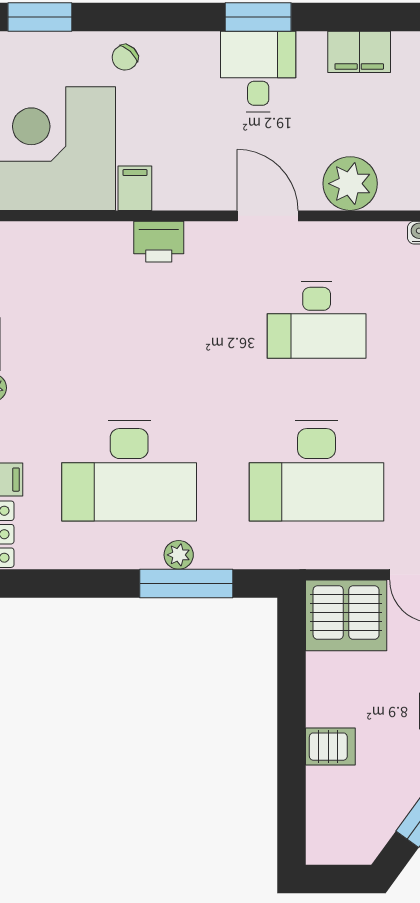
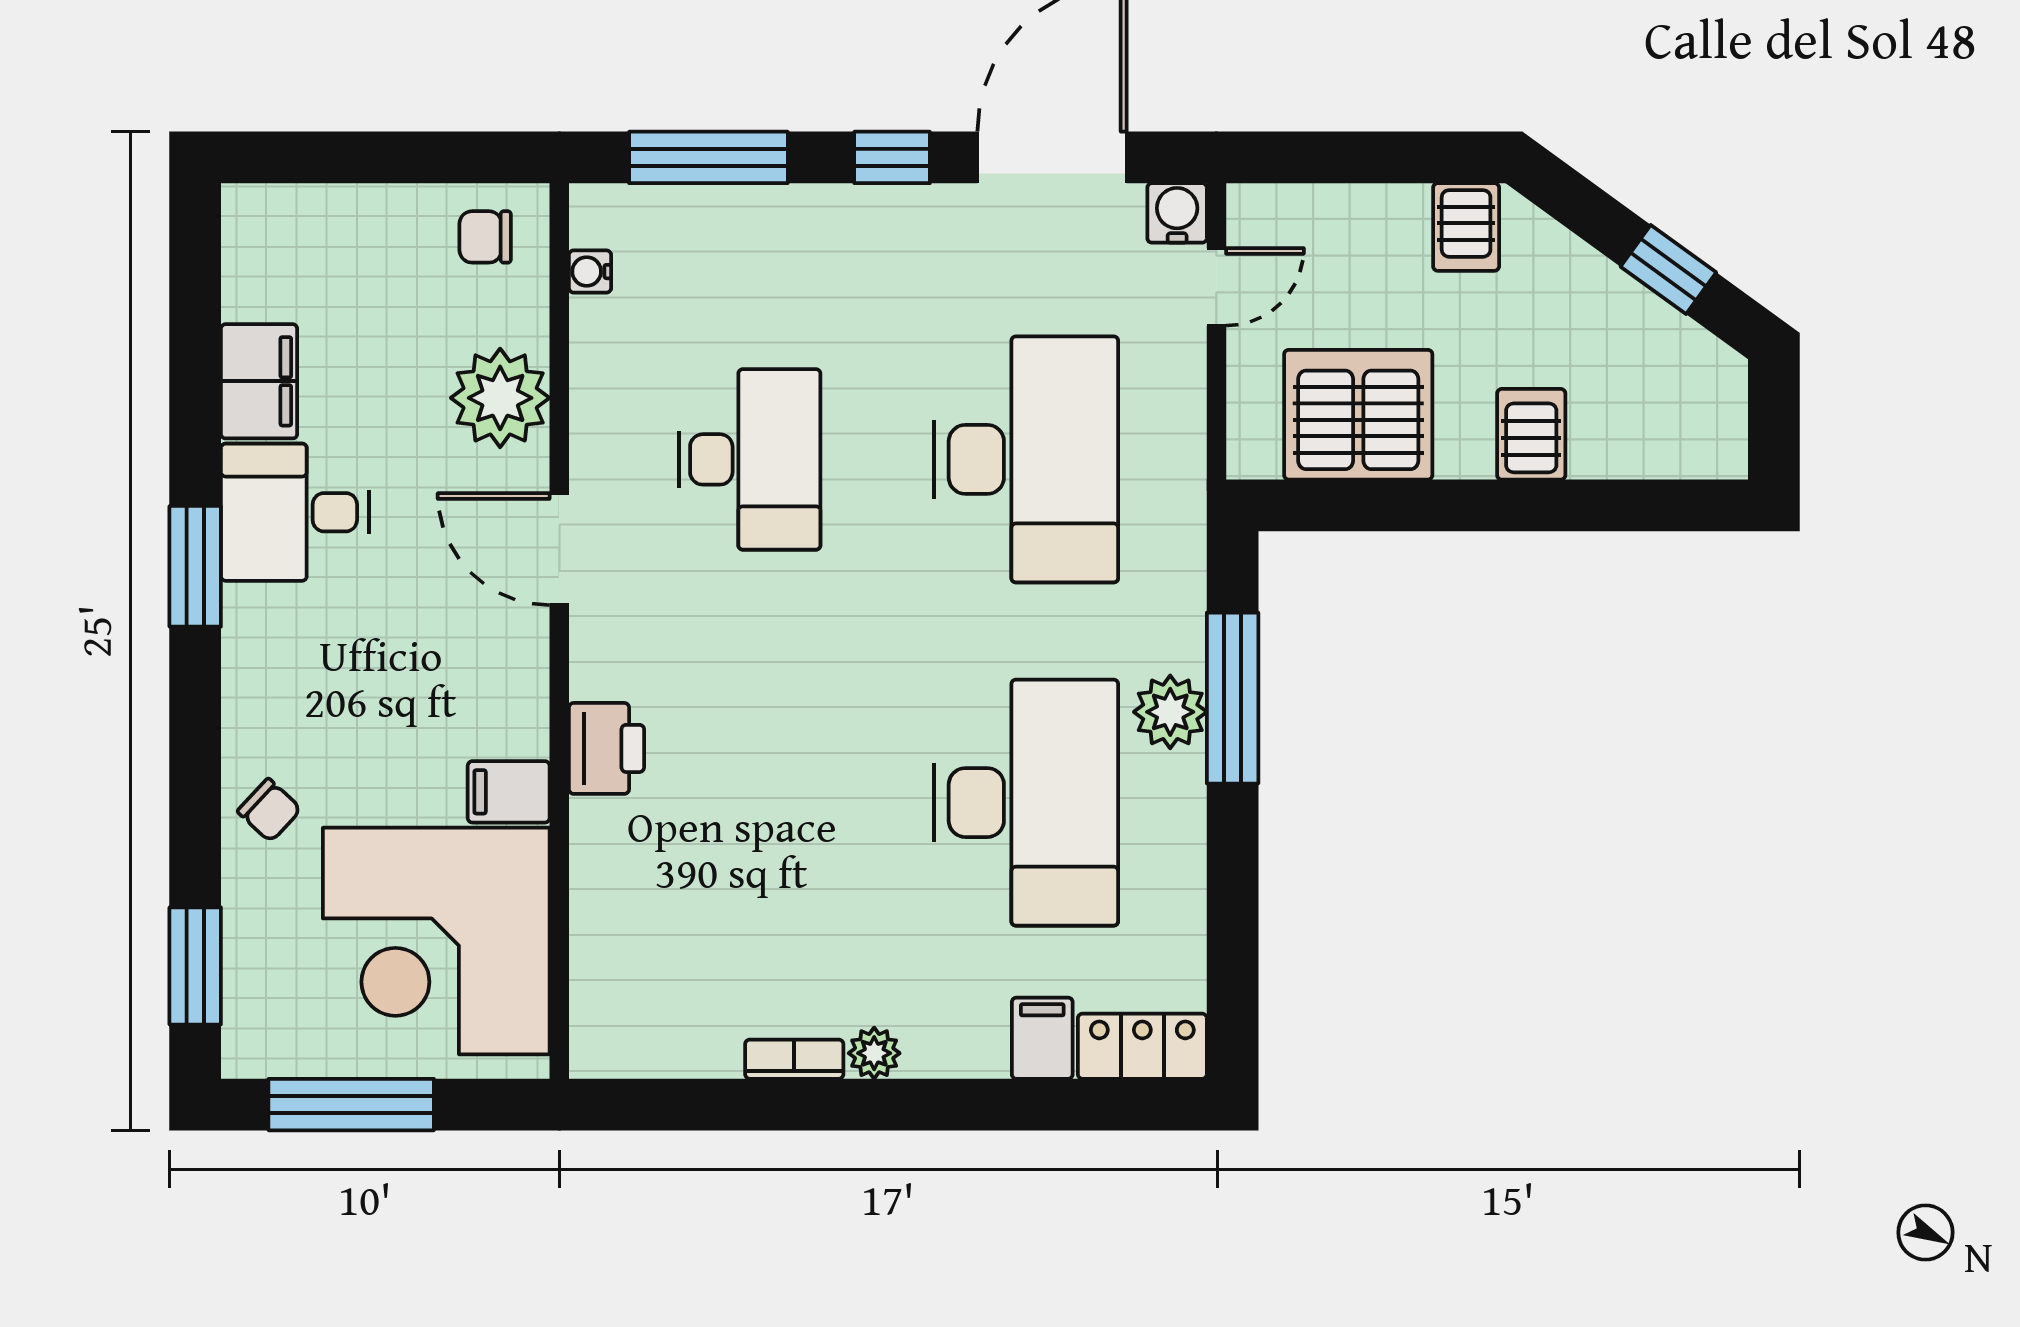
desk: (258, 71) -> (295, 512), moved
door: (268, 216) -> (559, 549), hinge flipped
plant: (179, 555) -> (1170, 712), width x1.38, depth x1.38
server rack: (346, 615) -> (1358, 415), moved, turned -90

